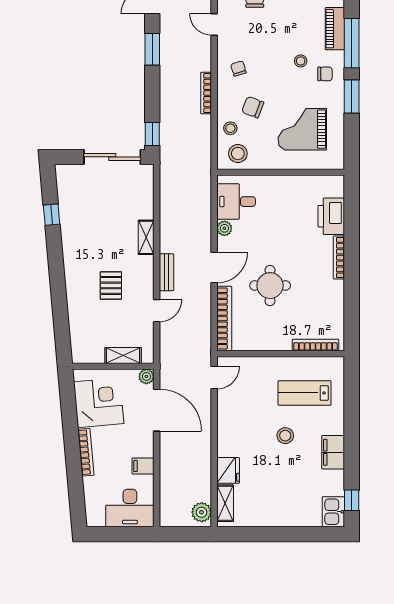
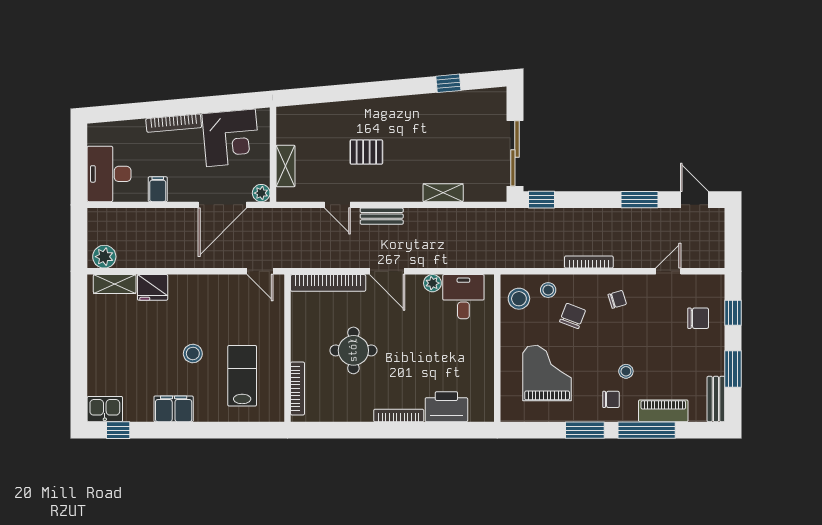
chair: (325, 74) -> (611, 399), turned -90
shelving: (146, 237) -> (443, 193), moved
round table: (270, 286) -> (353, 350), moved

